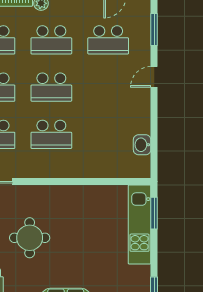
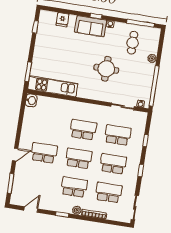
school desk: (108, 40) -> (44, 153), moved
washbasin: (142, 145) -> (31, 100), moved
kitchen unit: (140, 224) -> (53, 86), moved, turned -90

